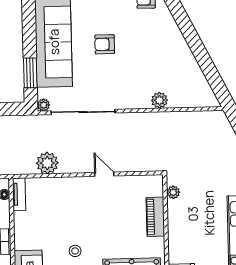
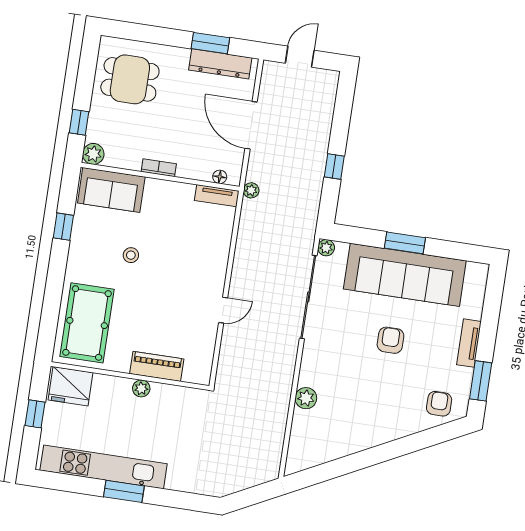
window: (30, 73) -> (405, 243), moved
plant: (47, 163) -> (251, 190), moved, width x0.53, depth x0.53
plant: (173, 192) -> (141, 388), moved

